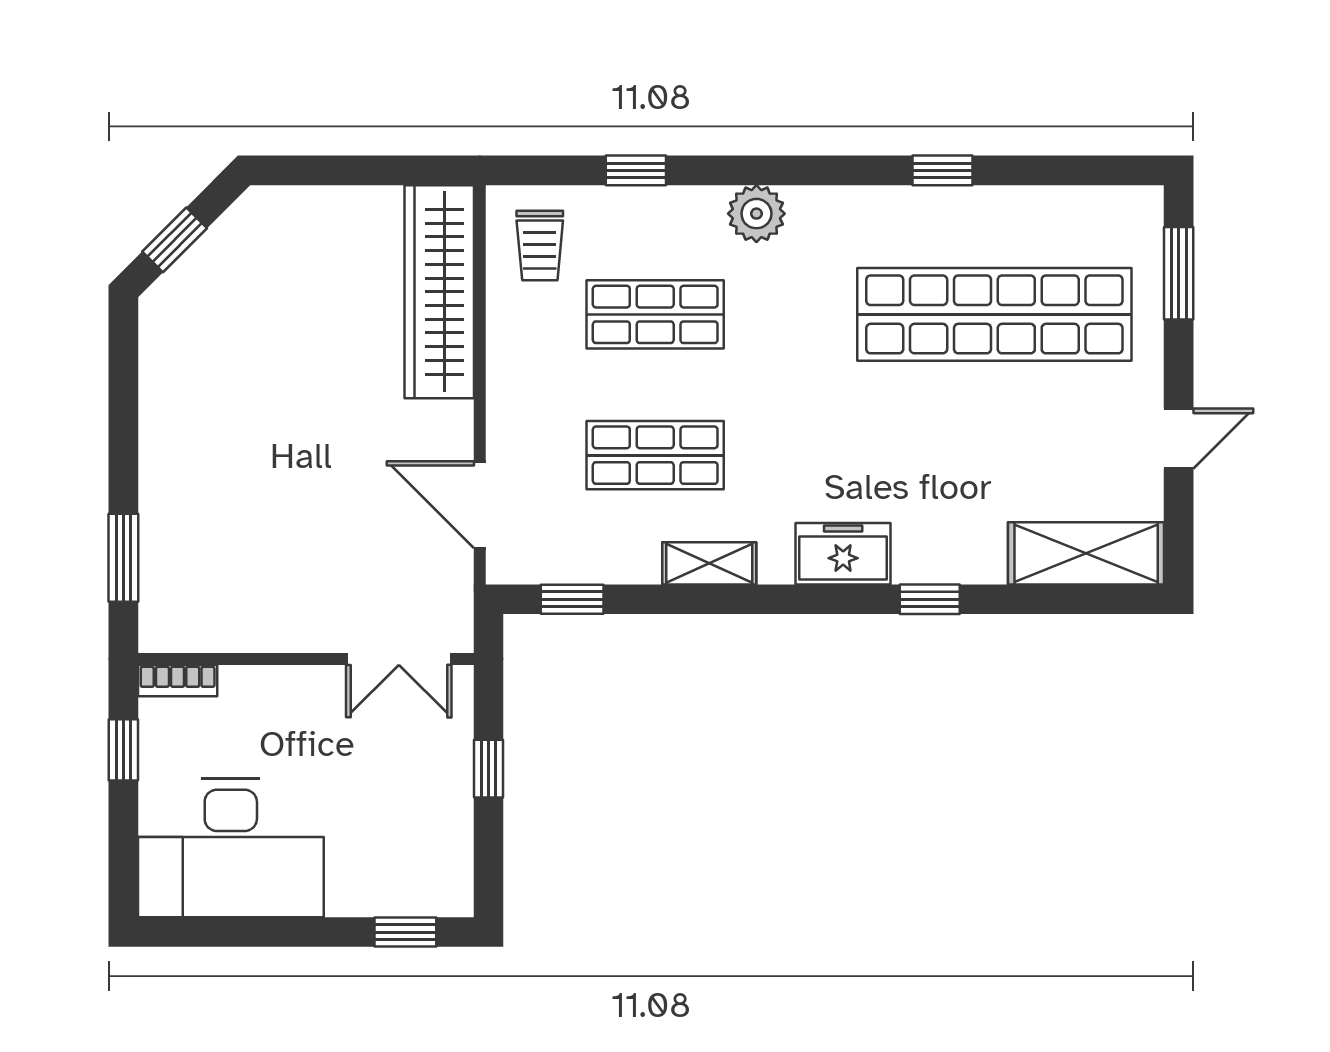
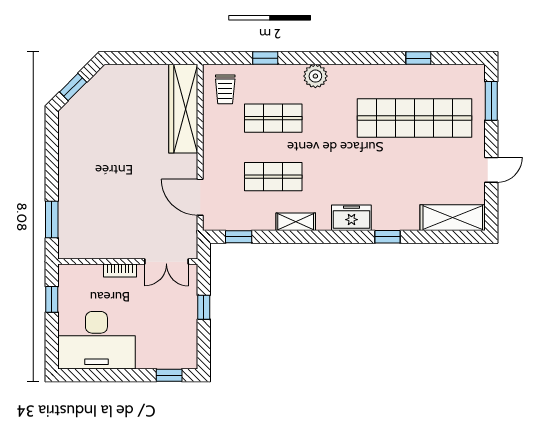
window: (942, 170) -> (418, 58), moved
bookcase: (178, 681) -> (120, 271), moved

